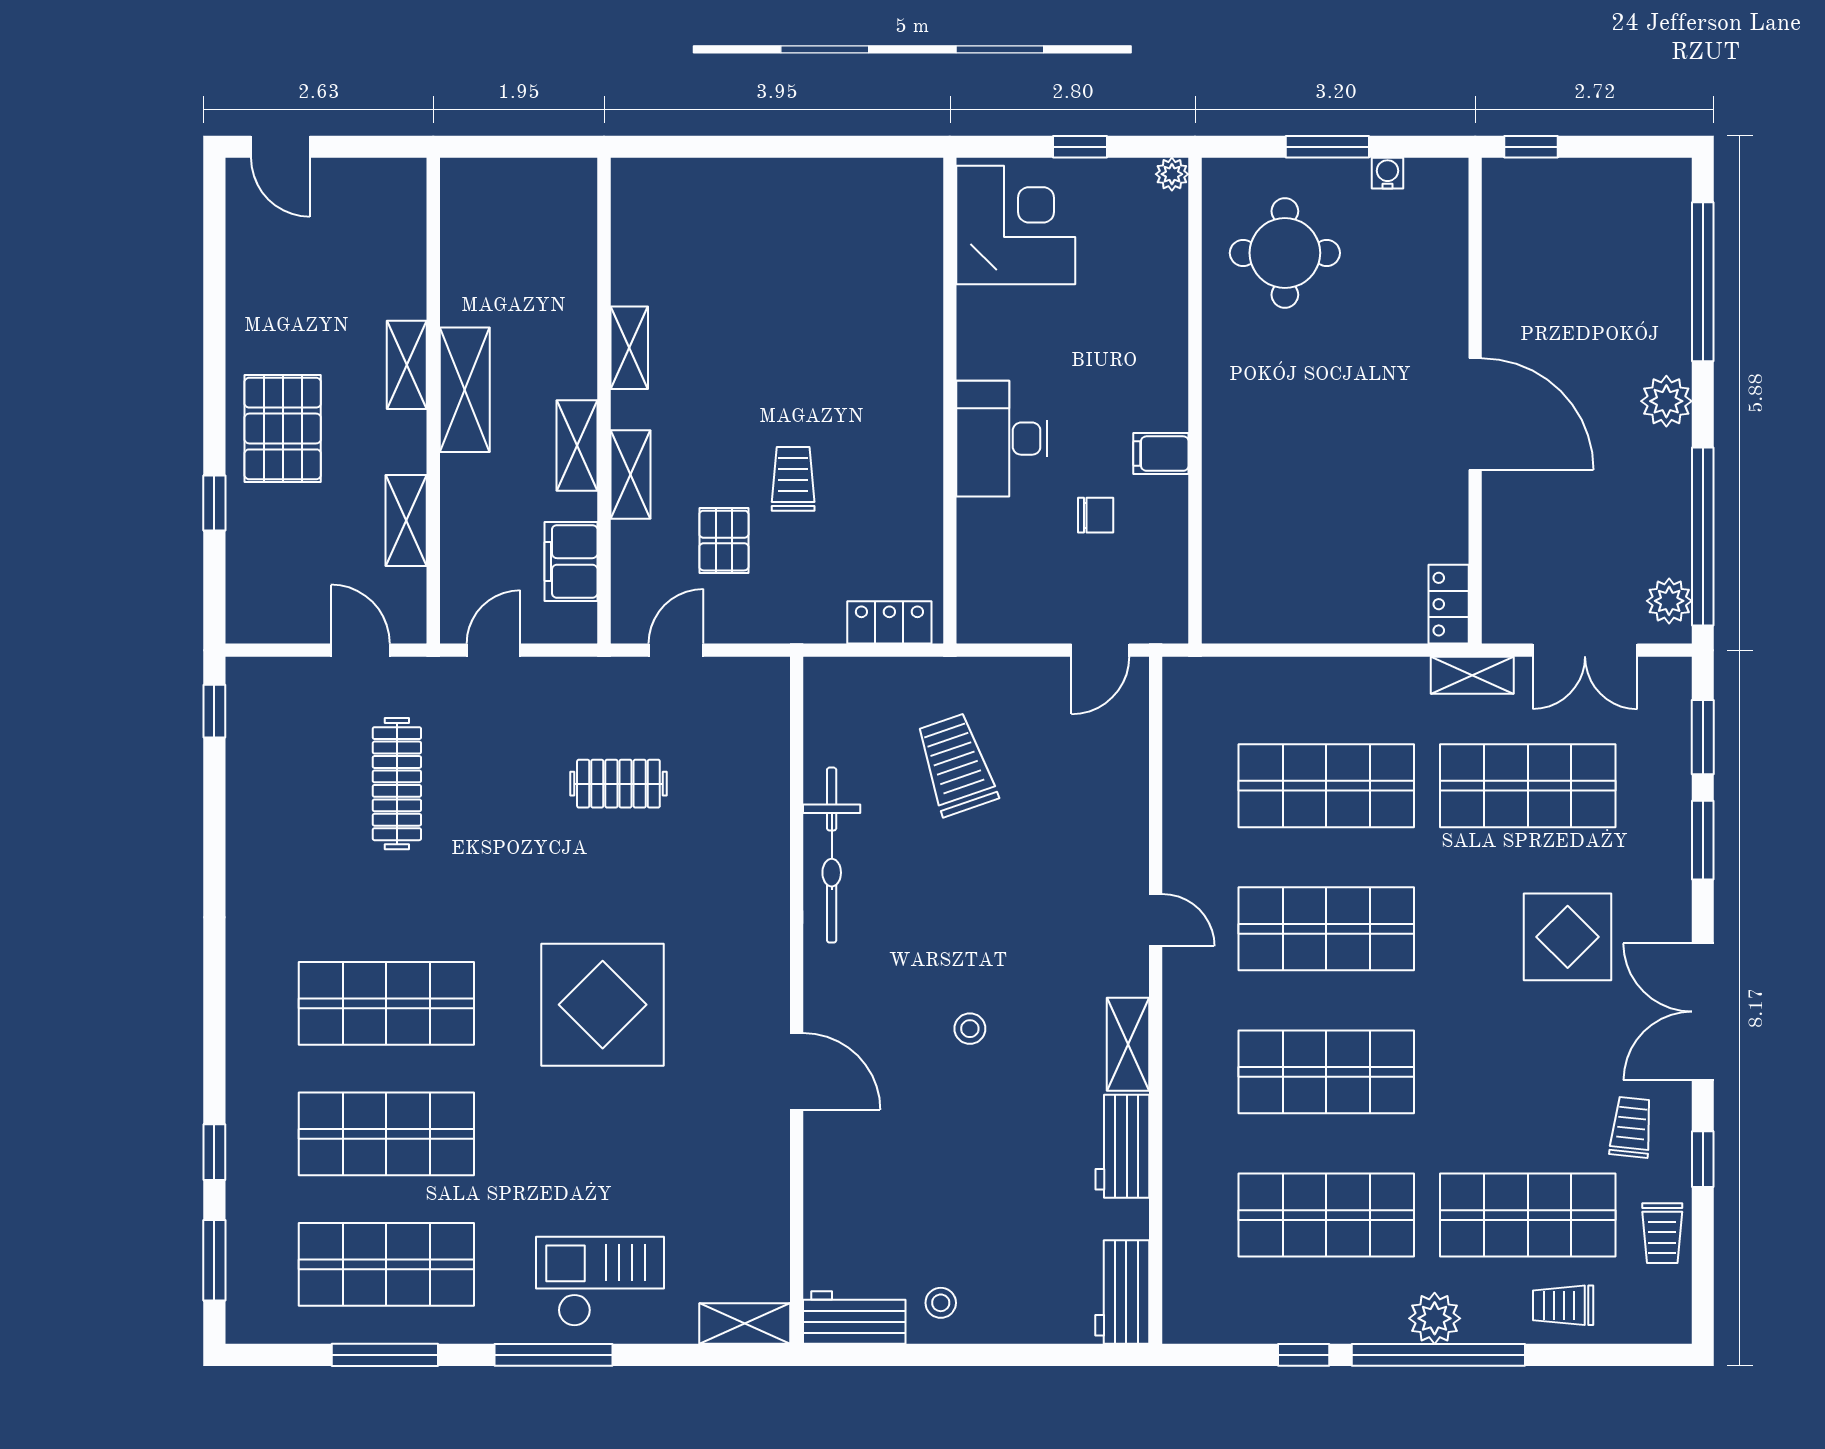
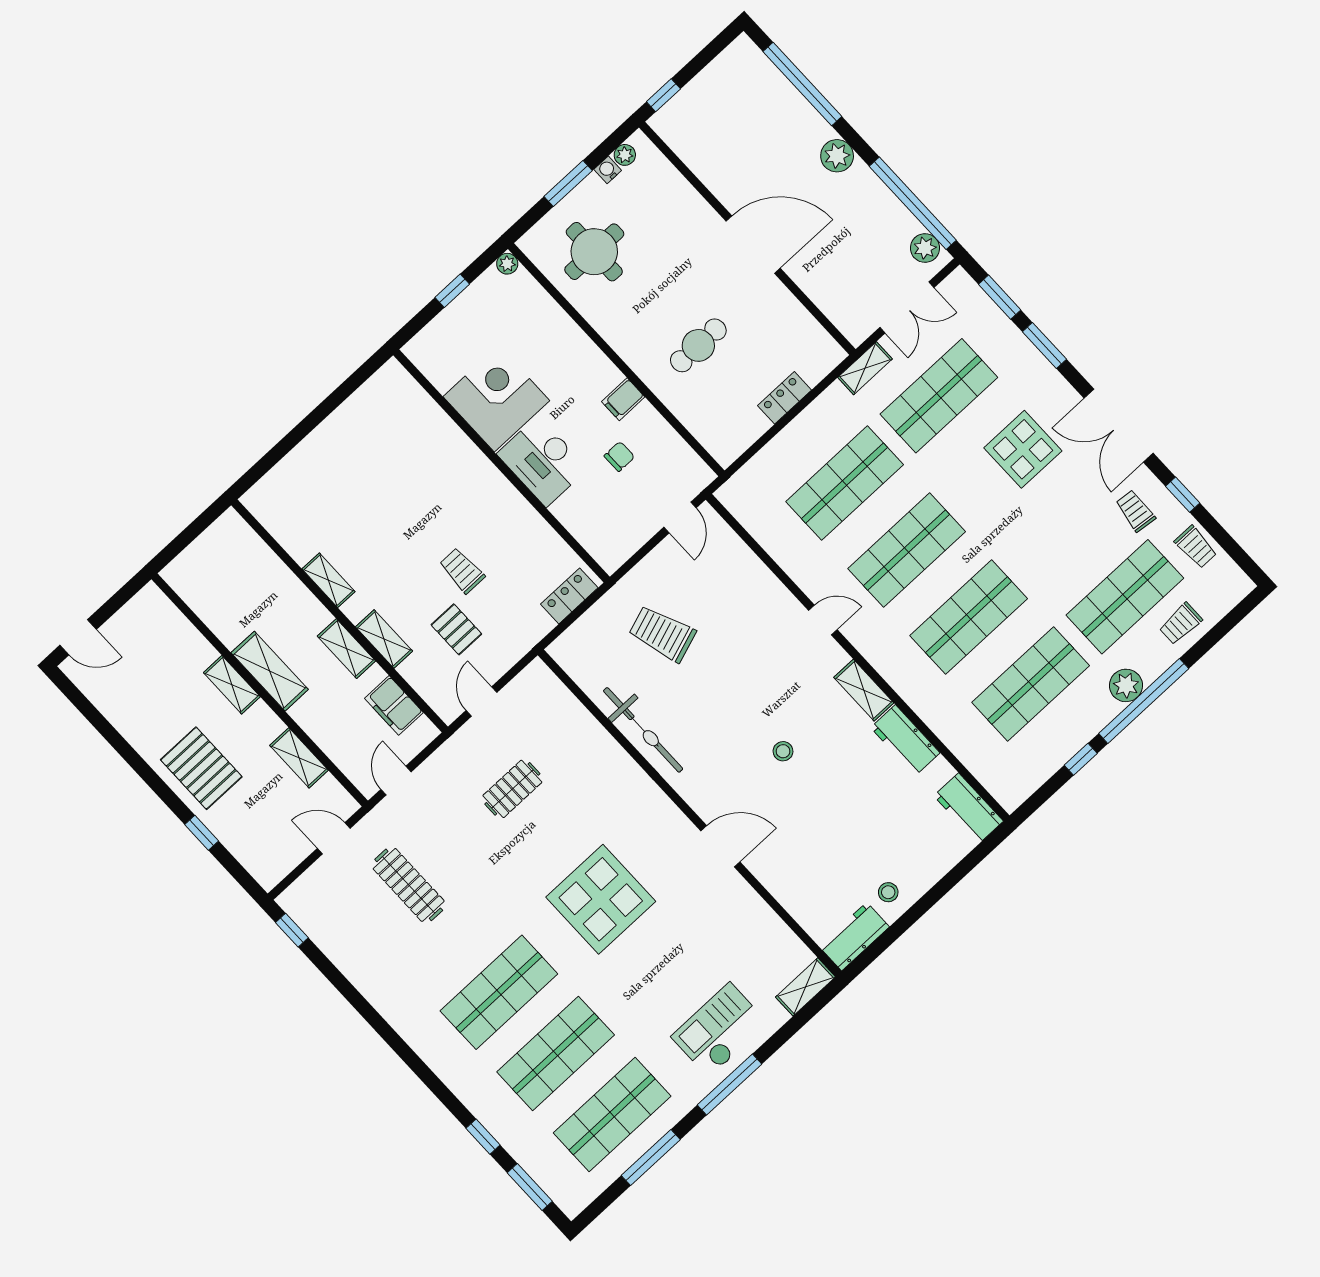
plant: (1423, 174) -> (625, 155), added
corner desk: (1016, 225) -> (496, 399), moved
cafe table: (1305, 472) -> (698, 345), added
locker: (1449, 604) -> (784, 398), moved, turned 90

